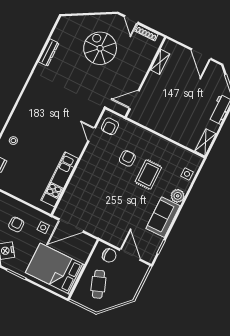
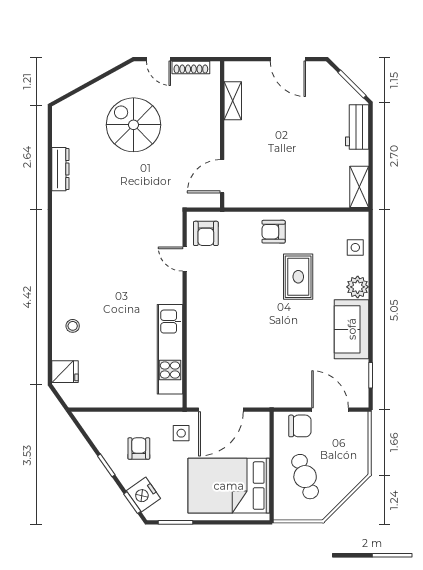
armchair: (127, 158) -> (274, 232), moved, turned -90

